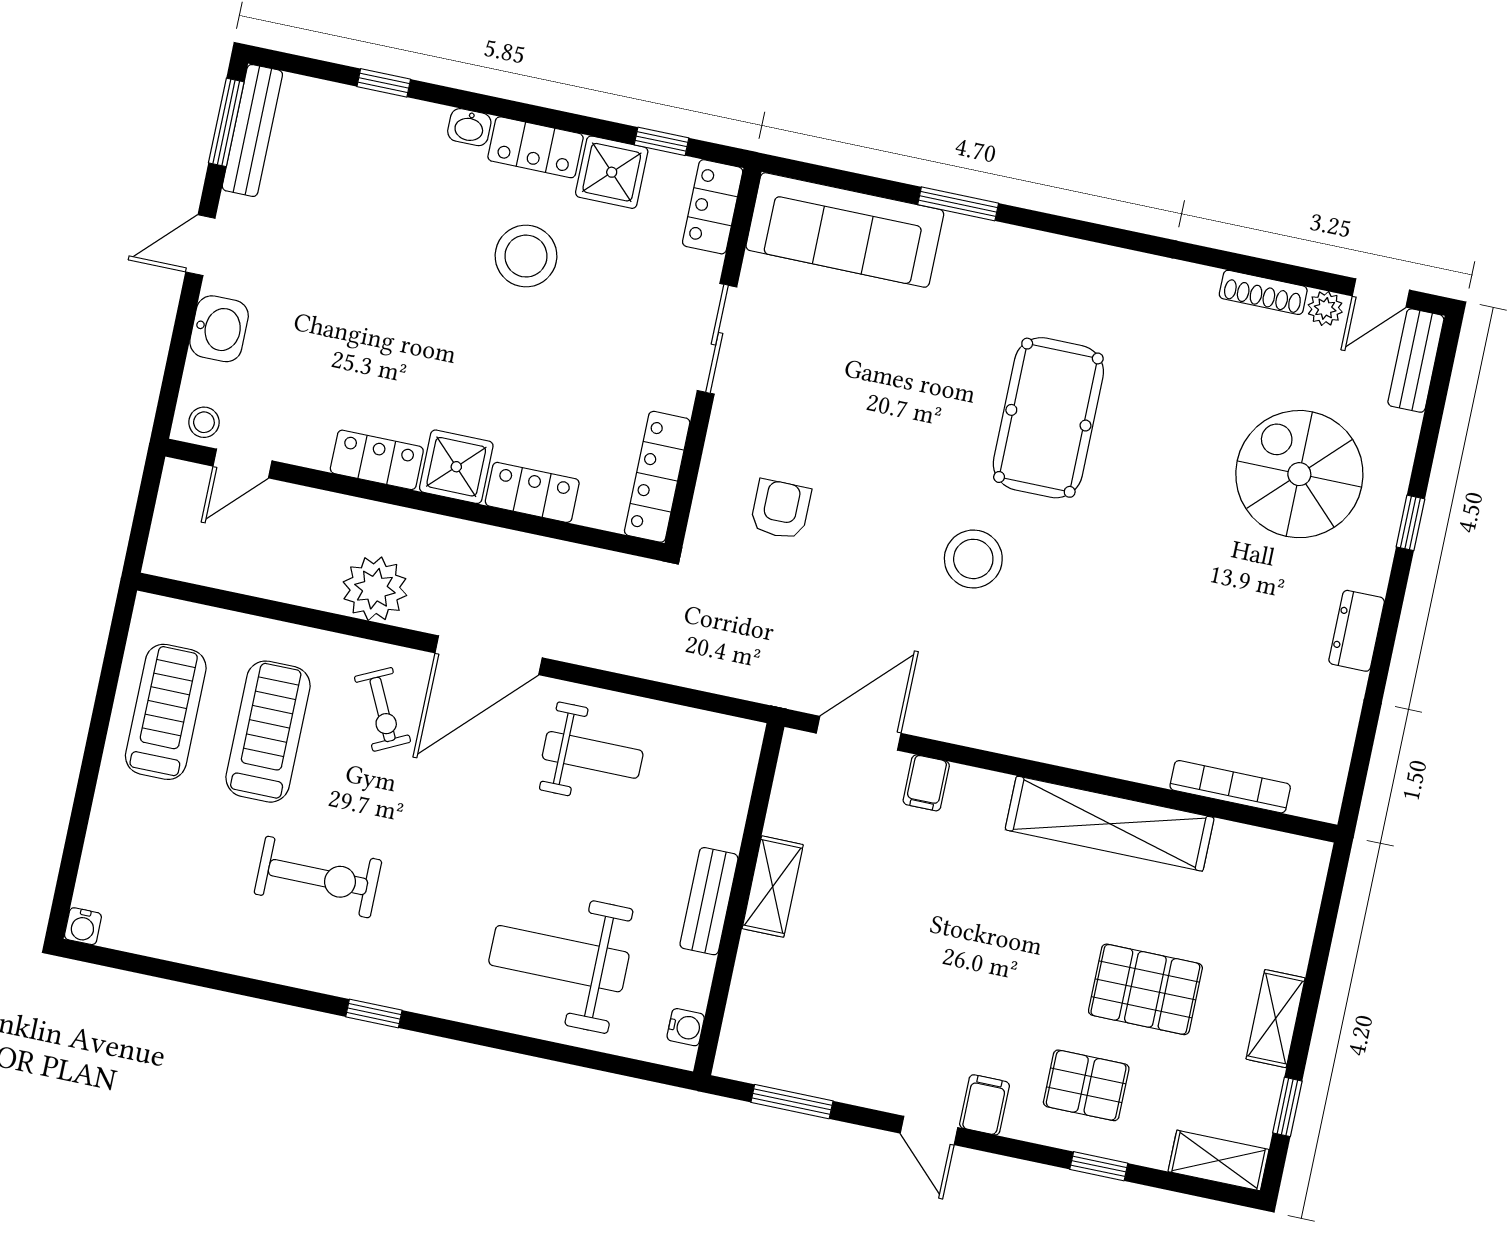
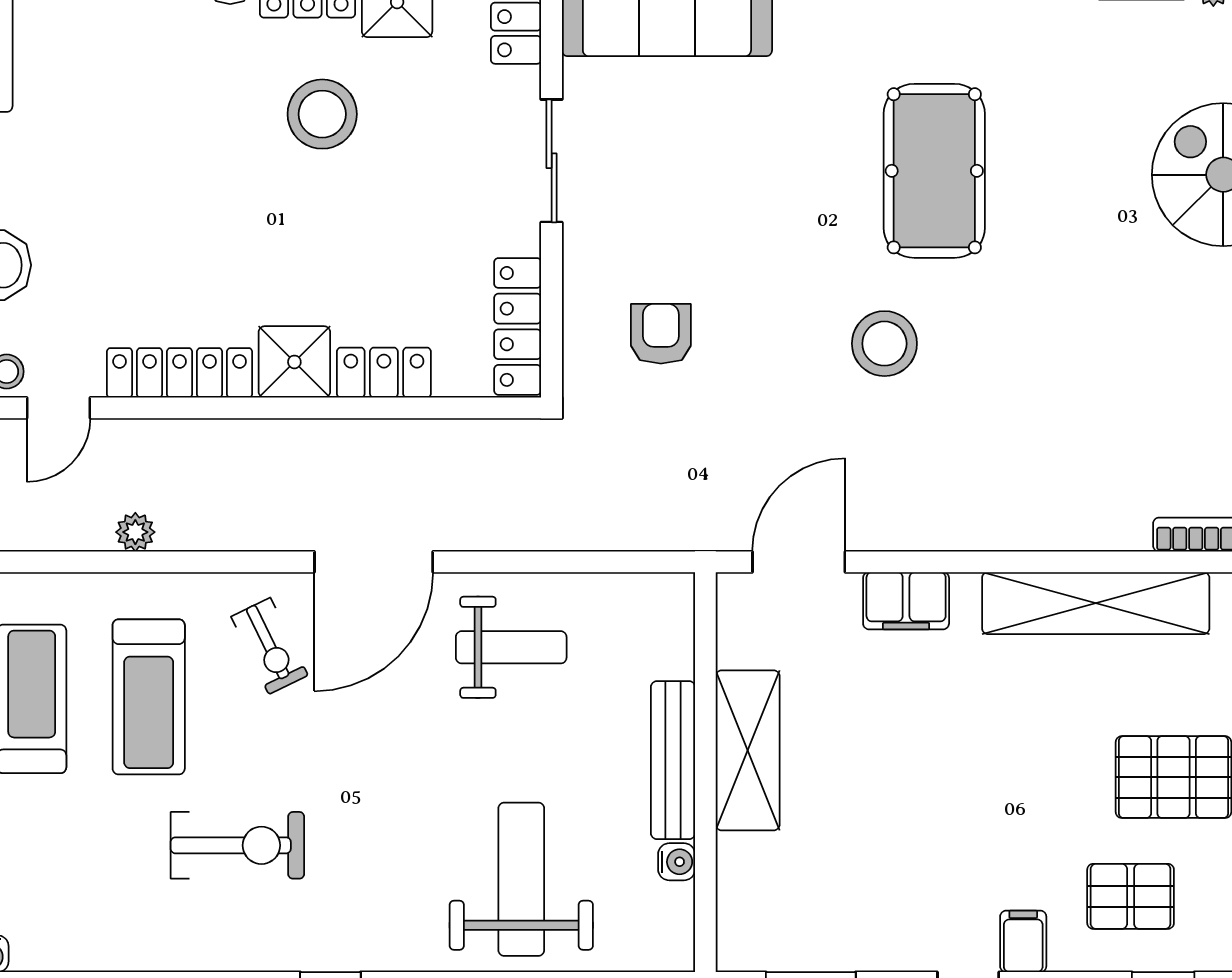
locker: (377, 460) -> (180, 373), width x1.53
plant: (375, 589) -> (135, 532), moved, width x0.53, depth x0.53
treadmill: (268, 732) -> (149, 697), turned 180
filing cabinet: (926, 783) -> (906, 601), width x2.00
shelving: (773, 887) -> (748, 750), width x1.50, depth x1.33
bench: (709, 901) -> (673, 760), width x1.36
weight bench: (559, 959) -> (521, 879), turned 90
water cooler: (686, 1027) -> (677, 862), moved

